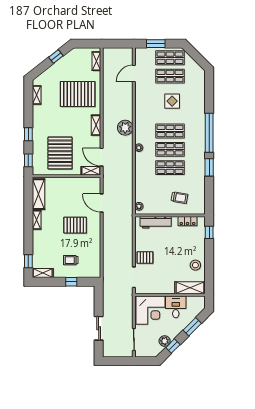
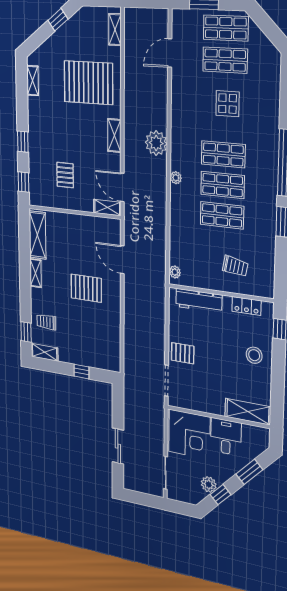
pallet: (60, 153) -> (65, 175), width x0.49, depth x0.50
trolley: (71, 260) -> (46, 322), moved
stool: (195, 265) -> (254, 355), moved

